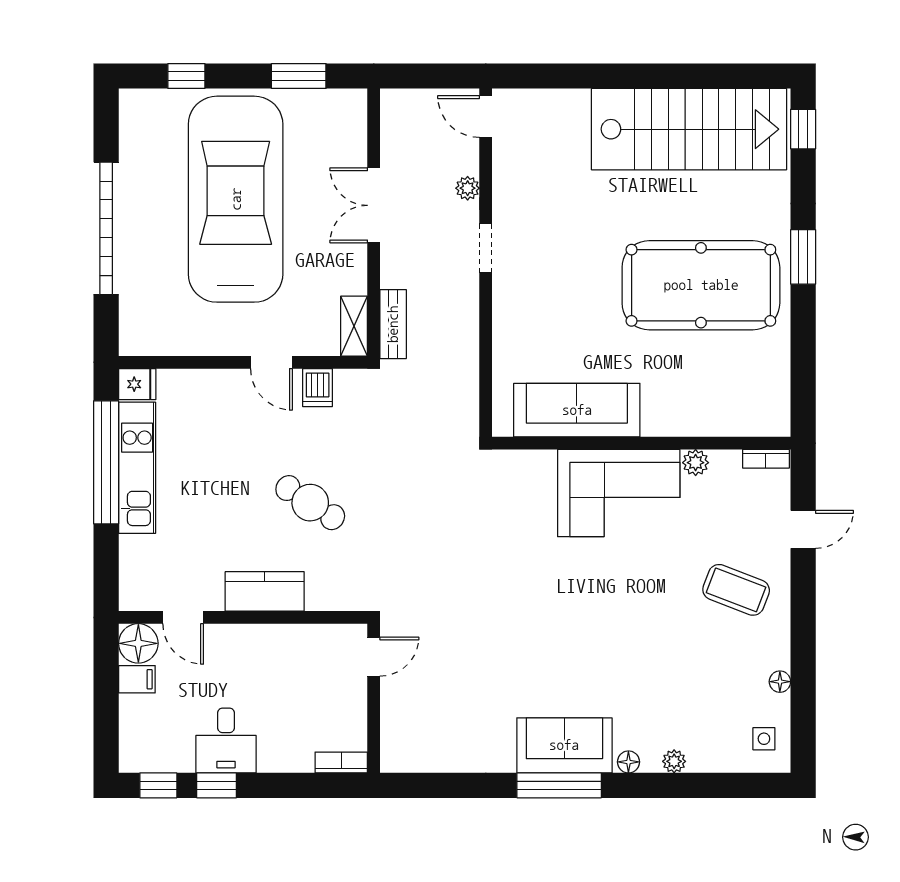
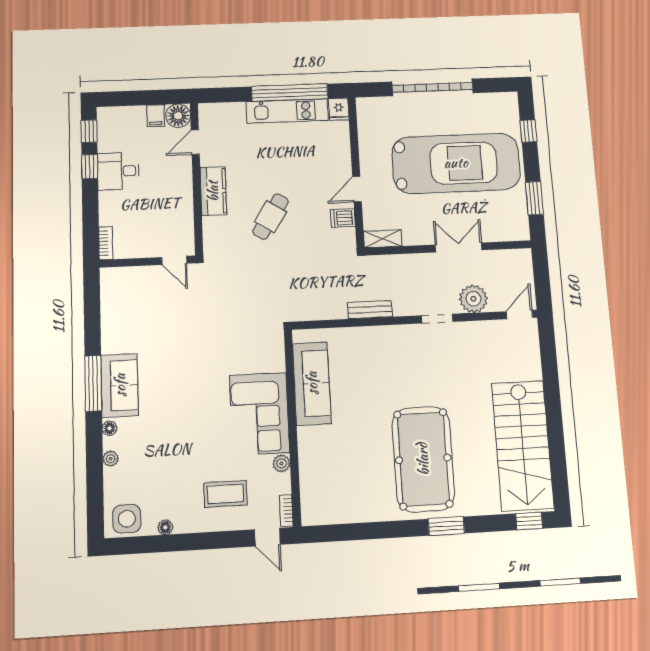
plant: (468, 188) -> (473, 299), width x1.87, depth x1.87
bench: (393, 324) -> (370, 310), moved
sofa: (577, 410) -> (312, 383), moved
wall: (641, 443) -> (293, 427), moved
bookcase: (766, 459) -> (286, 511), moved
plant: (696, 463) -> (282, 463), moved
corner sofa: (619, 493) -> (259, 414), moved
coffee table: (736, 590) -> (225, 494), turned 69
side table: (764, 739) -> (127, 519), width x1.87, depth x1.87

